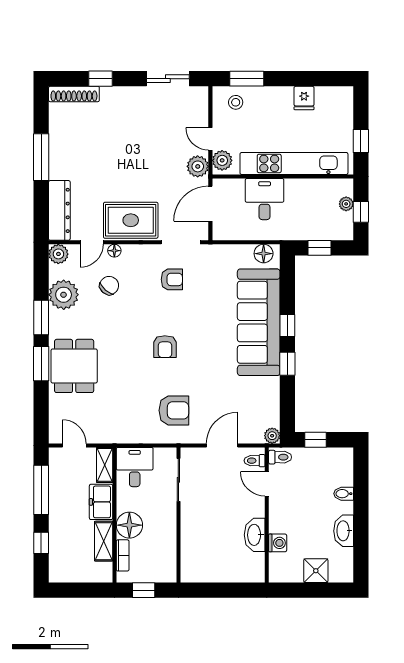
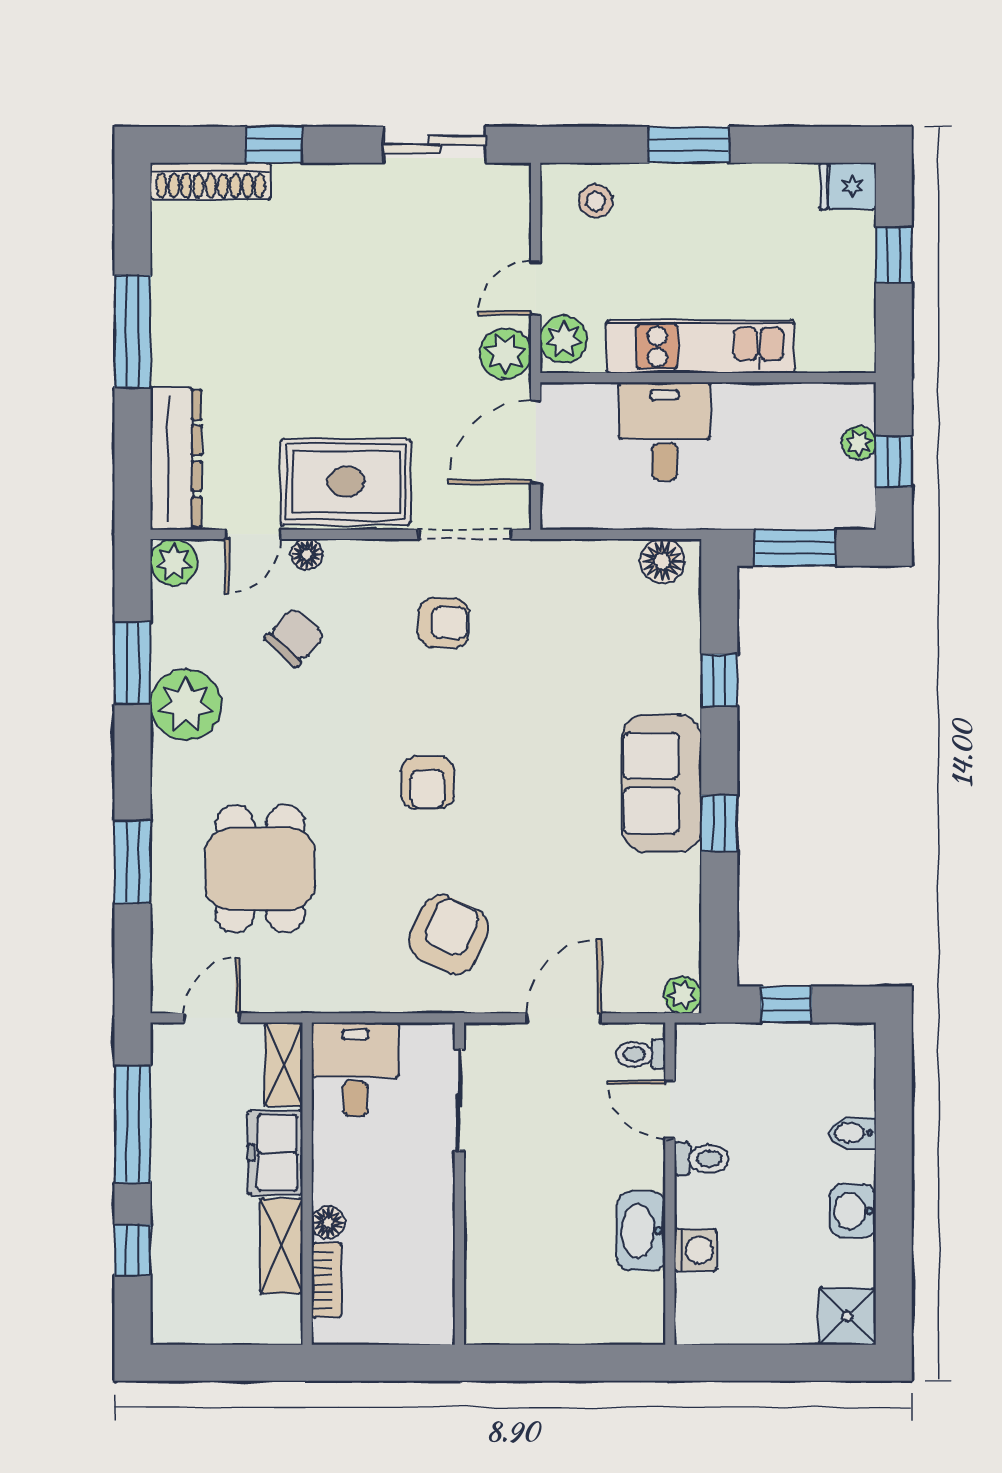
window: (247, 79) -> (689, 145), moved
fridge: (304, 98) -> (848, 186), moved, turned 90
door: (210, 139) -> (536, 288), hinge flipped
window: (361, 141) -> (894, 255), moved
kitchen unit: (294, 163) -> (700, 347), width x0.73
window: (319, 248) -> (795, 548), width x1.50
plant: (64, 295) -> (186, 705), moved
window: (41, 317) -> (133, 663), moved
sofa: (259, 322) -> (661, 783), width x0.54, depth x0.79
window: (287, 326) -> (719, 680), moved
window: (41, 364) -> (133, 862), moved
dining table: (74, 366) -> (260, 869), moved
armchair: (174, 410) -> (449, 935), turned -66
door: (74, 445) -> (212, 1018), hinge flipped
toilet: (280, 457) -> (702, 1159), moved
floor lamp: (129, 525) -> (328, 1222), width x0.53, depth x0.53
washbasin: (344, 531) -> (853, 1211), width x0.72
shower: (316, 571) -> (847, 1316), moved
window: (144, 590) -> (377, 1363), removed

